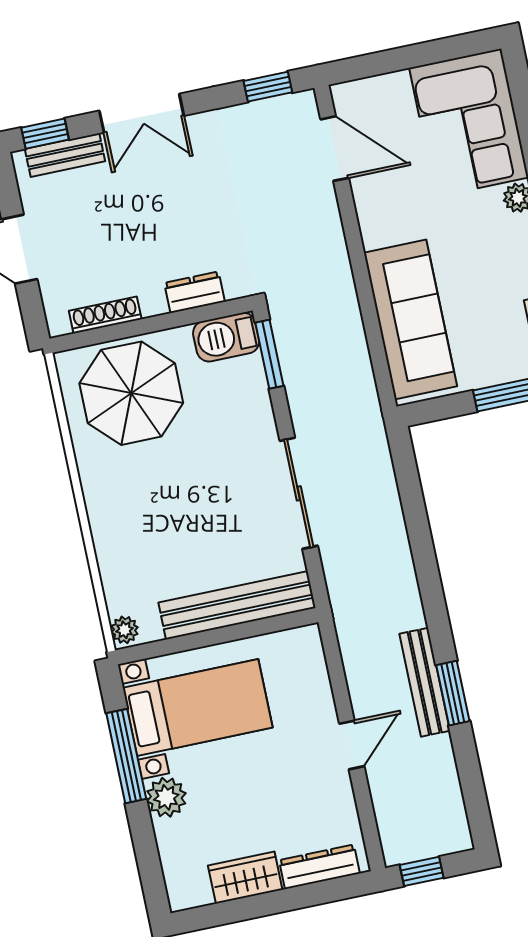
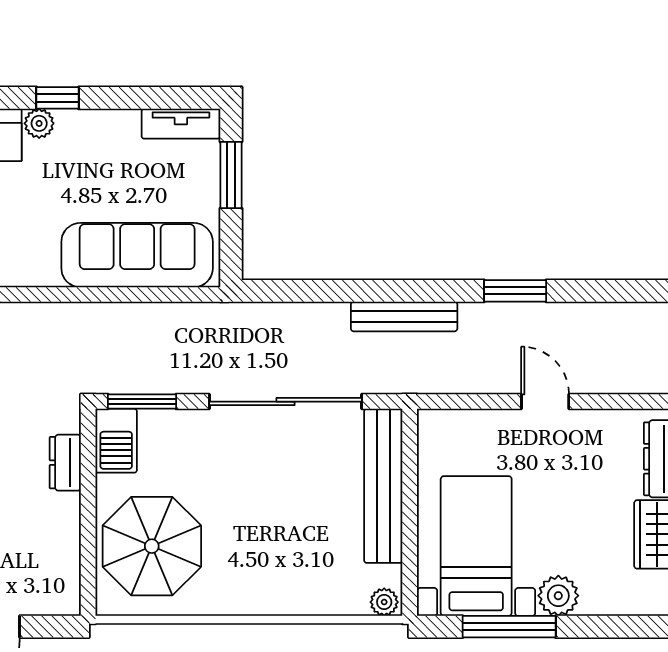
shoe rack: (105, 315) -> (69, 556), removed
sliding door: (299, 493) -> (285, 402), width x1.36
bench: (425, 682) -> (404, 316), moved

